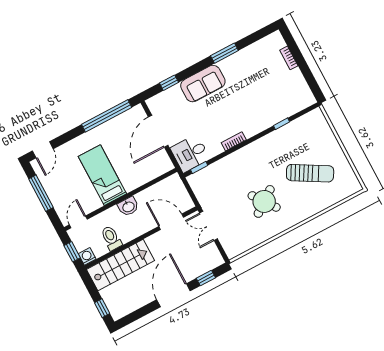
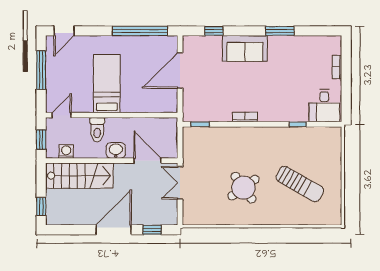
desk: (190, 153) -> (324, 106), moved, turned -90
washbasin: (128, 207) -> (116, 150), moved, turned 180
toilet: (111, 238) -> (97, 130), moved, turned 180
washing machine: (87, 256) -> (66, 151), moved

